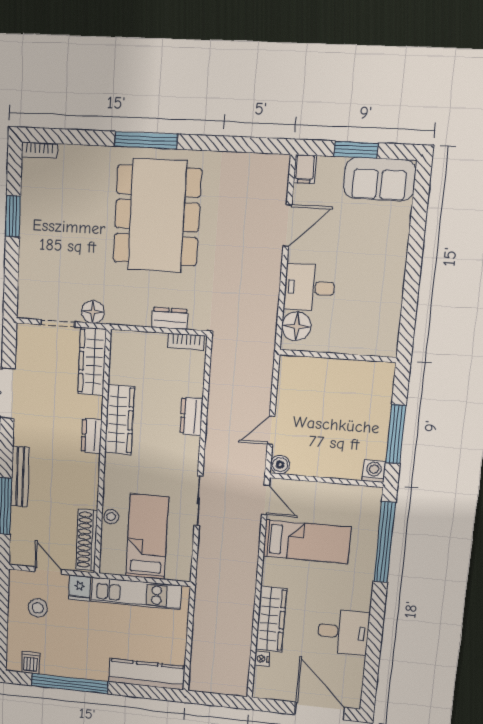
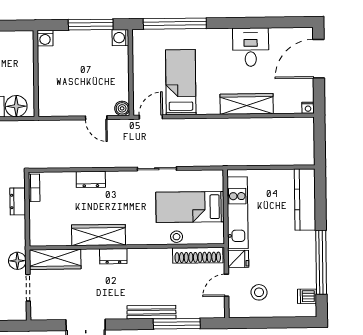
washing machine: (384, 372) -> (45, 38), added
nightstand: (262, 659) -> (308, 108), moved

